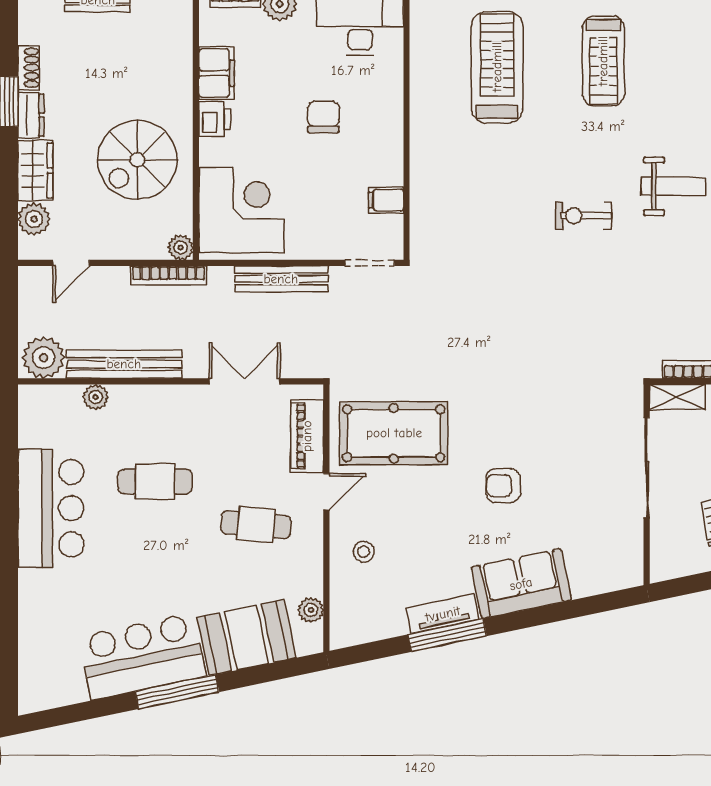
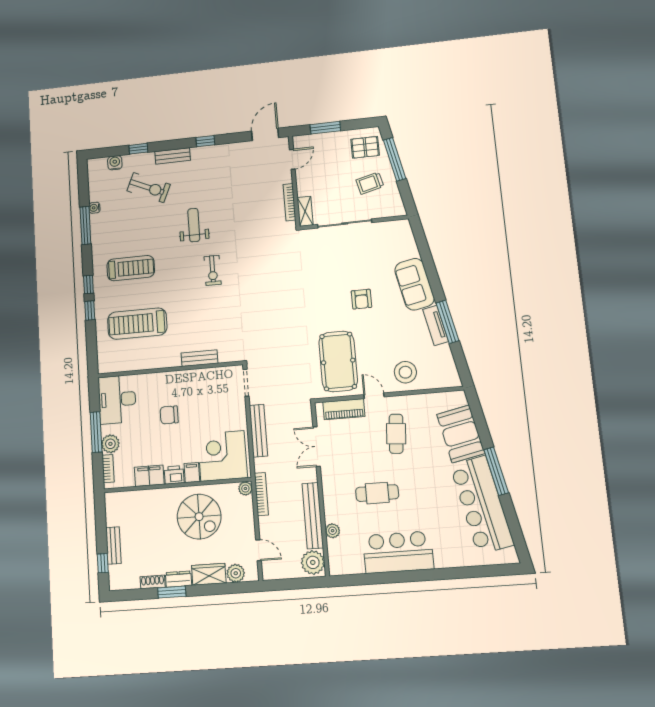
bench: (422, 180) -> (199, 358), added
filing cabinet: (386, 200) -> (192, 473), moved, turned 180
cafe table: (155, 481) -> (377, 493), turned 90
stool: (364, 552) -> (405, 372), width x1.89, depth x1.89
plant: (311, 610) -> (441, 399), removed
bar counter: (142, 656) -> (482, 505), width x1.36

